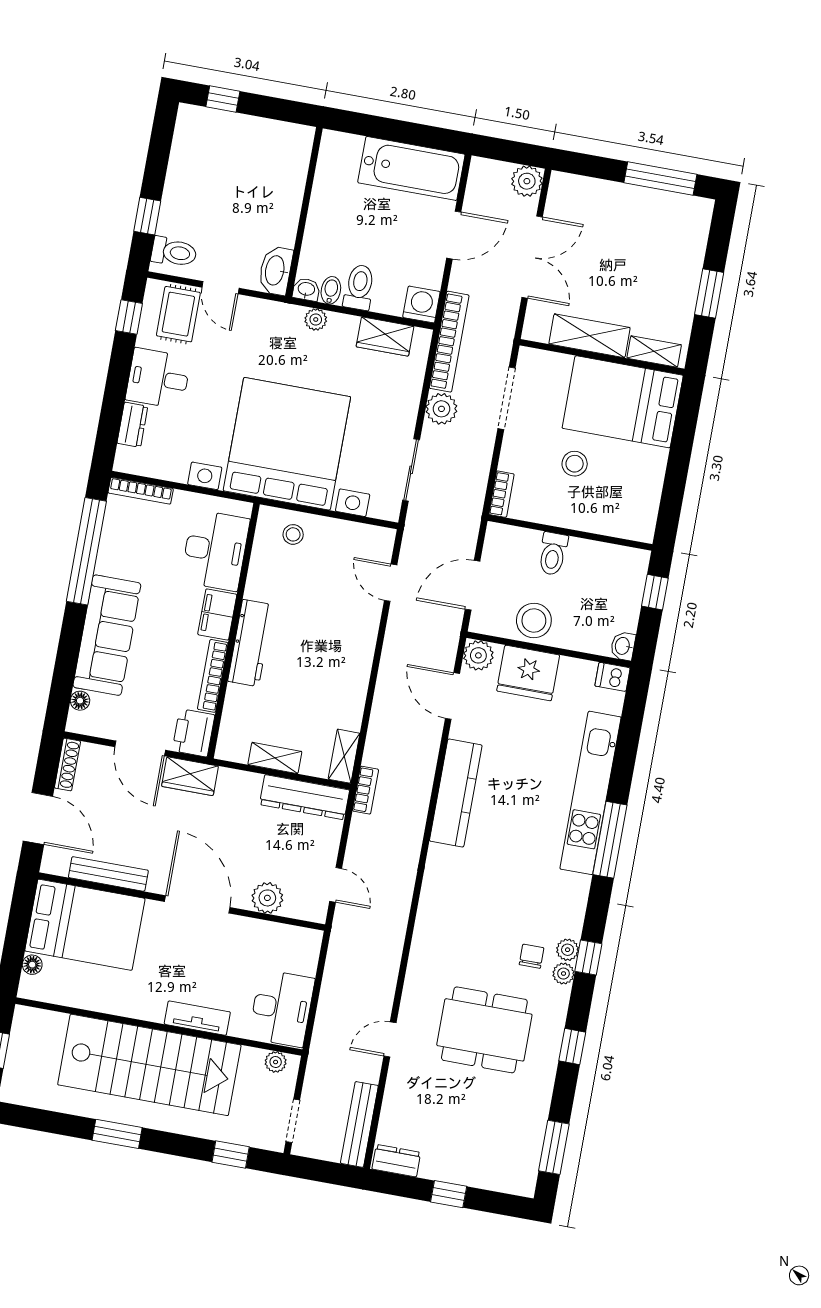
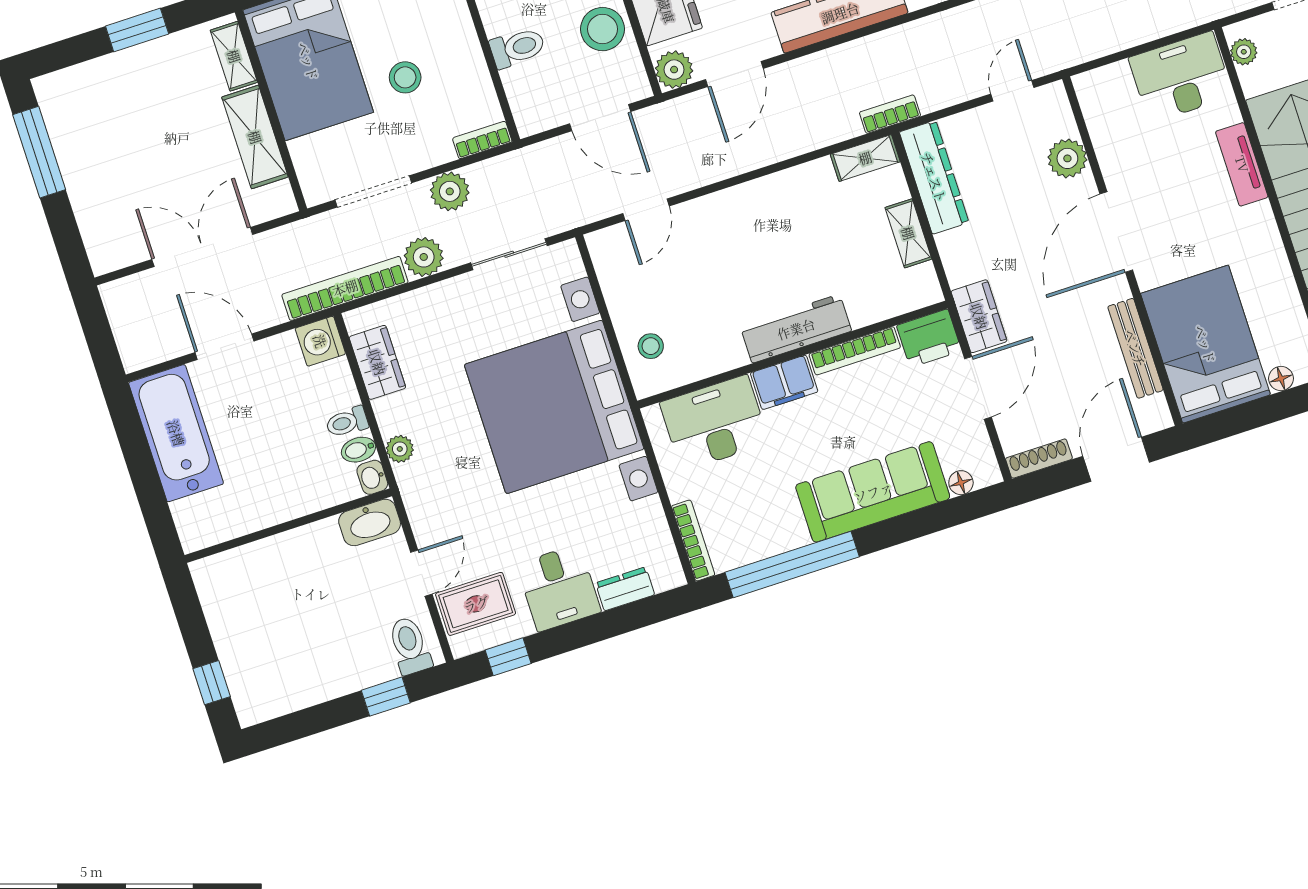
plant: (527, 181) -> (450, 191), moved
toilet: (359, 287) -> (347, 422), width x0.73, depth x0.72

